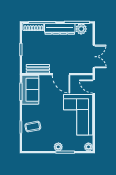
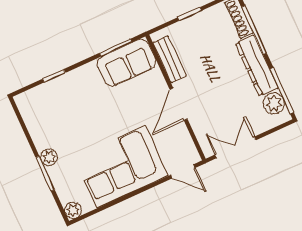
double door: (94, 57) -> (235, 147), swing flipped
door: (94, 87) -> (183, 171), swing flipped
coffee table: (33, 127) -> (64, 97), removed

